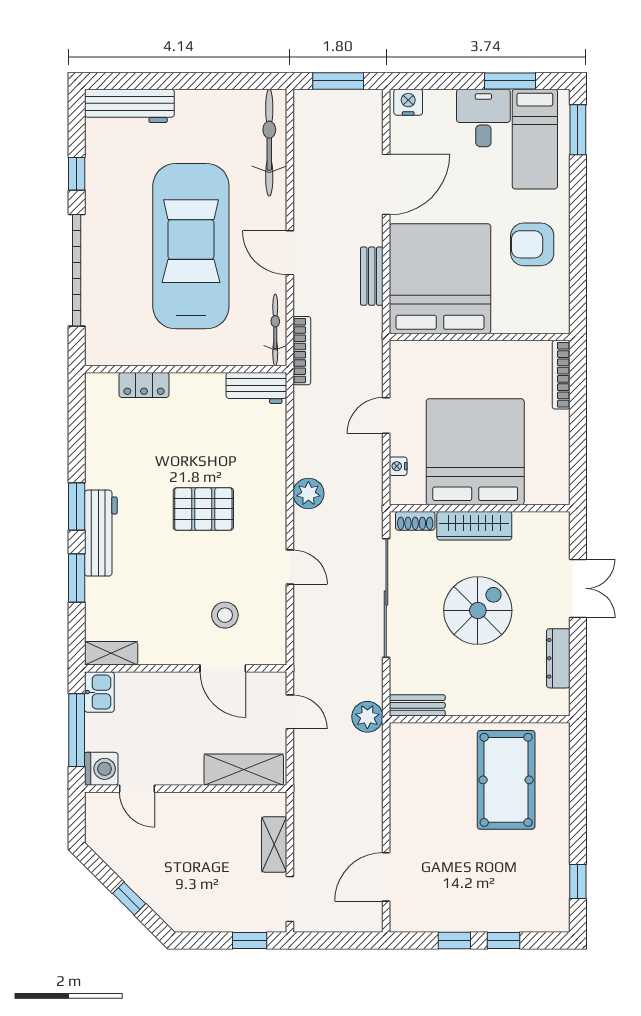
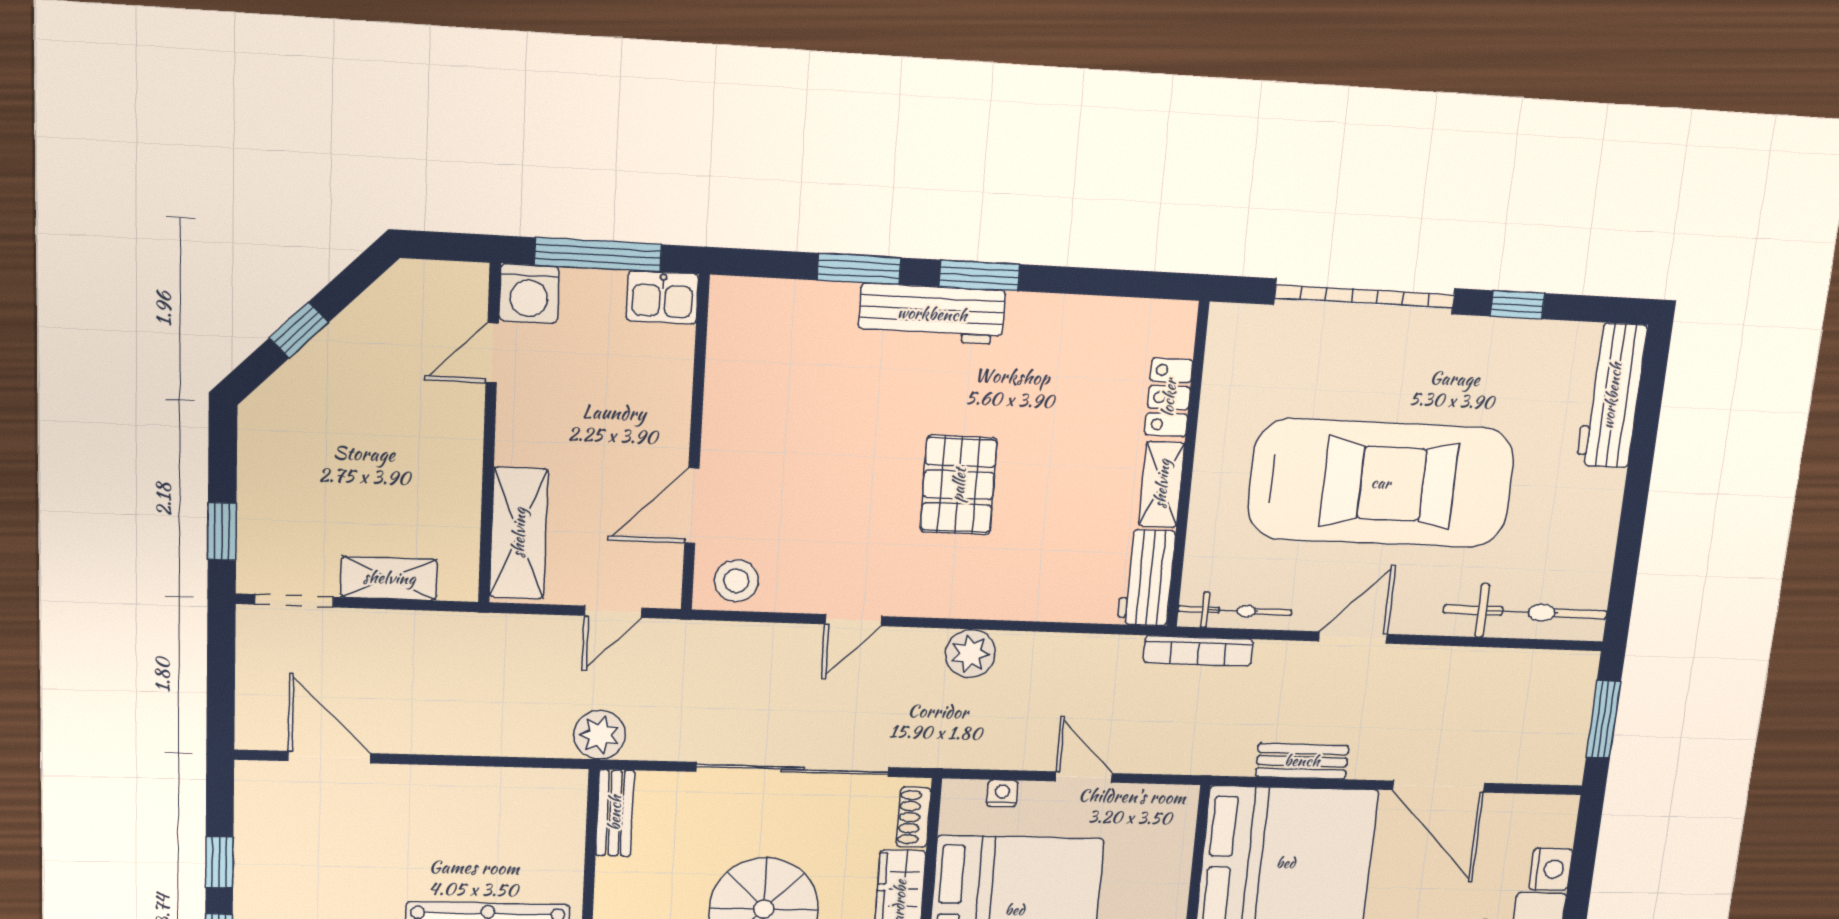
nightstand: (408, 102) -> (1551, 869), moved
stool: (225, 615) -> (736, 581), moved
shelving: (111, 653) -> (1162, 484), moved

